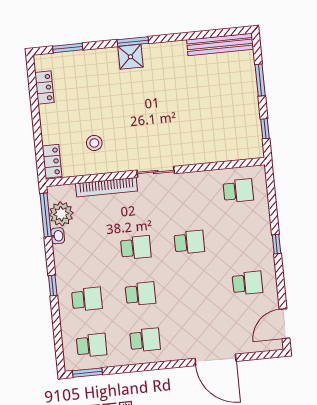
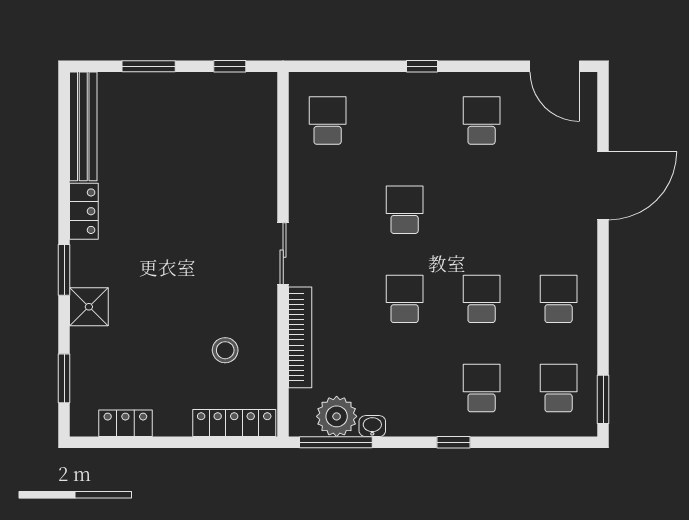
locker: (169, 50) -> (84, 211), added
shower: (130, 57) -> (89, 307), moved
locker: (52, 161) -> (234, 423), width x1.53

